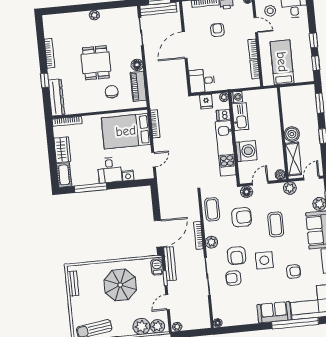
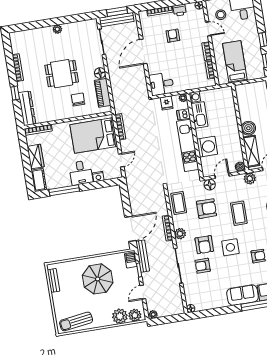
dining table: (96, 63) -> (62, 74), turned 90

